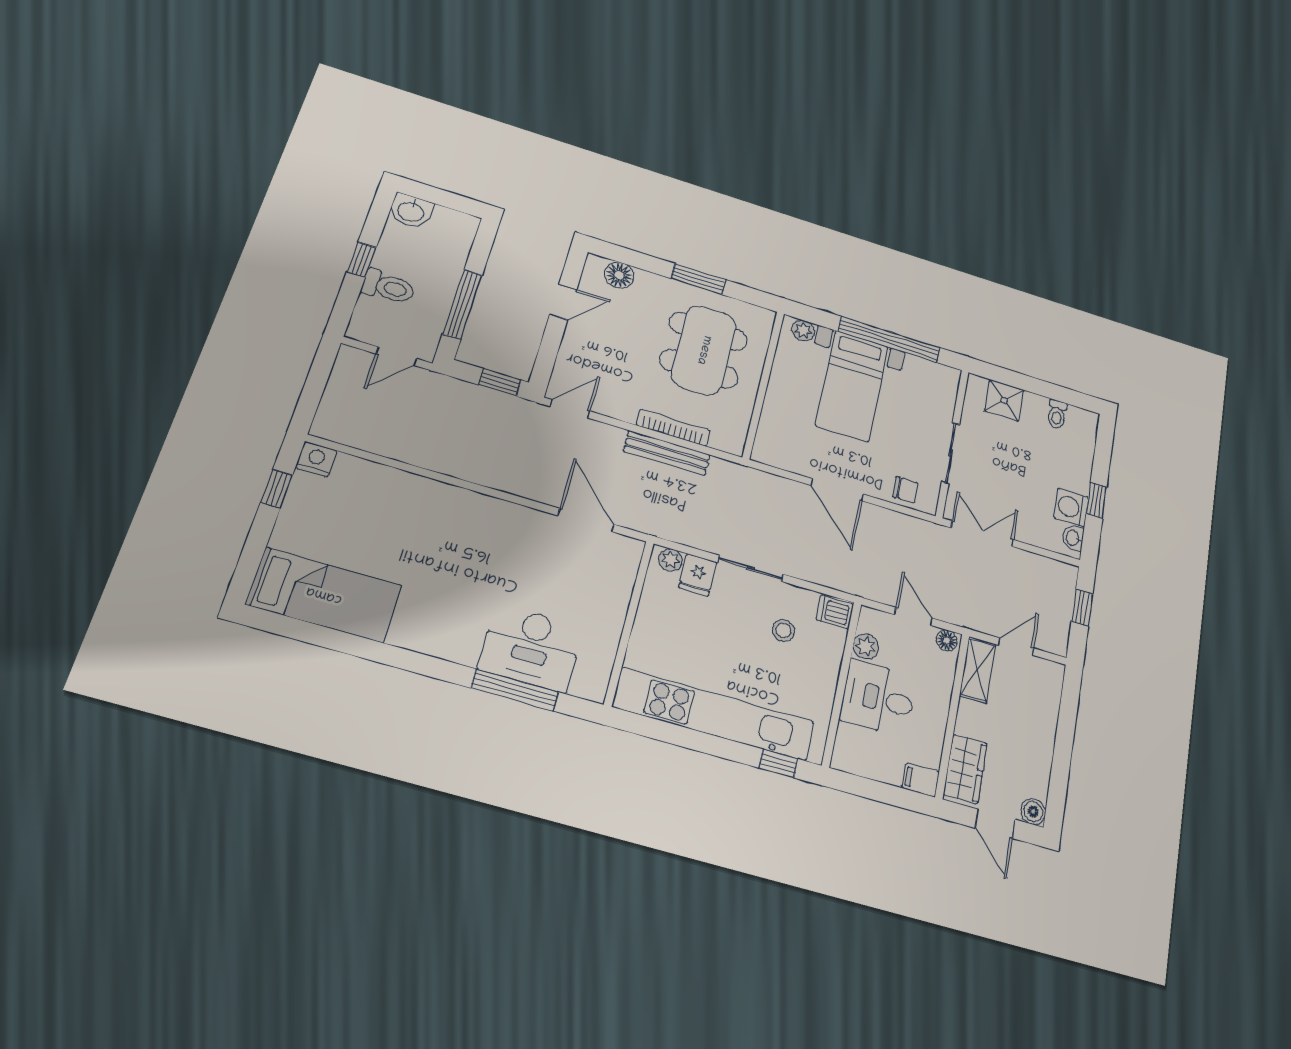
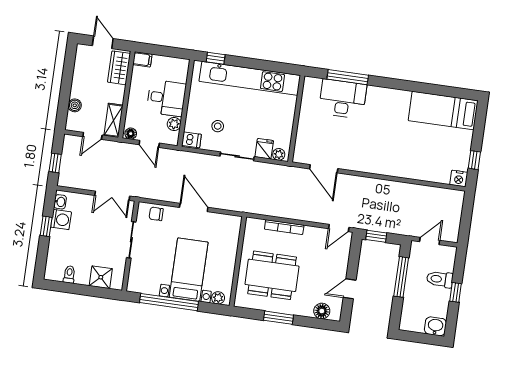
dining table: (704, 350) -> (272, 275), turned 90
bench: (667, 453) -> (286, 212), removed
boiler: (1033, 812) -> (75, 105), moved

